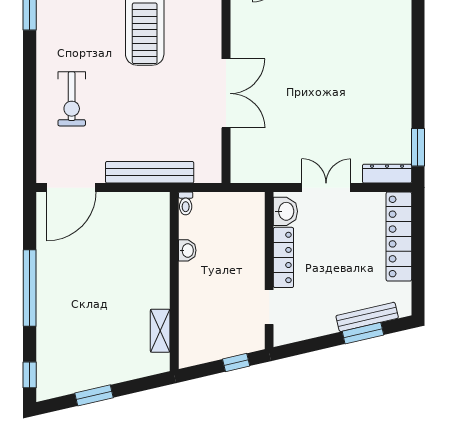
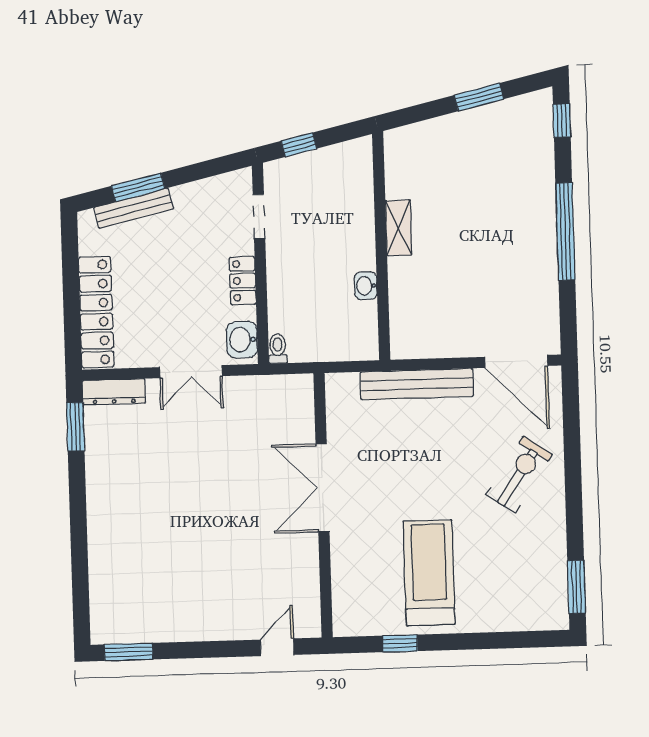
exercise bike: (72, 99) -> (519, 475), turned 34
door: (71, 188) -> (516, 361), swing flipped
toilet: (186, 203) -> (278, 349), moved
locker: (283, 257) -> (243, 281), width x0.66
shelving: (160, 331) -> (398, 228), moved

